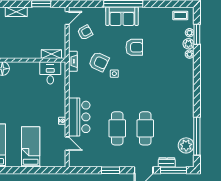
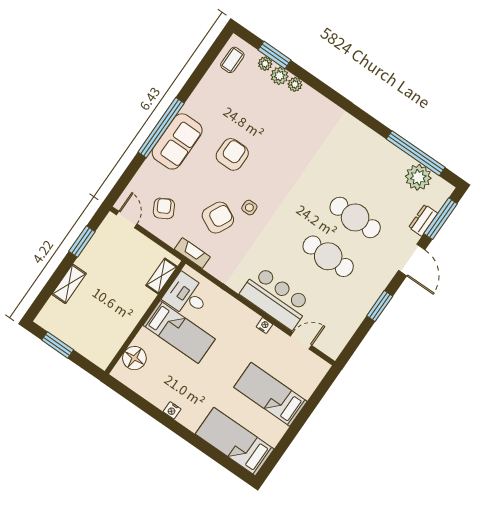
bed: (30, 82) -> (179, 332), added

